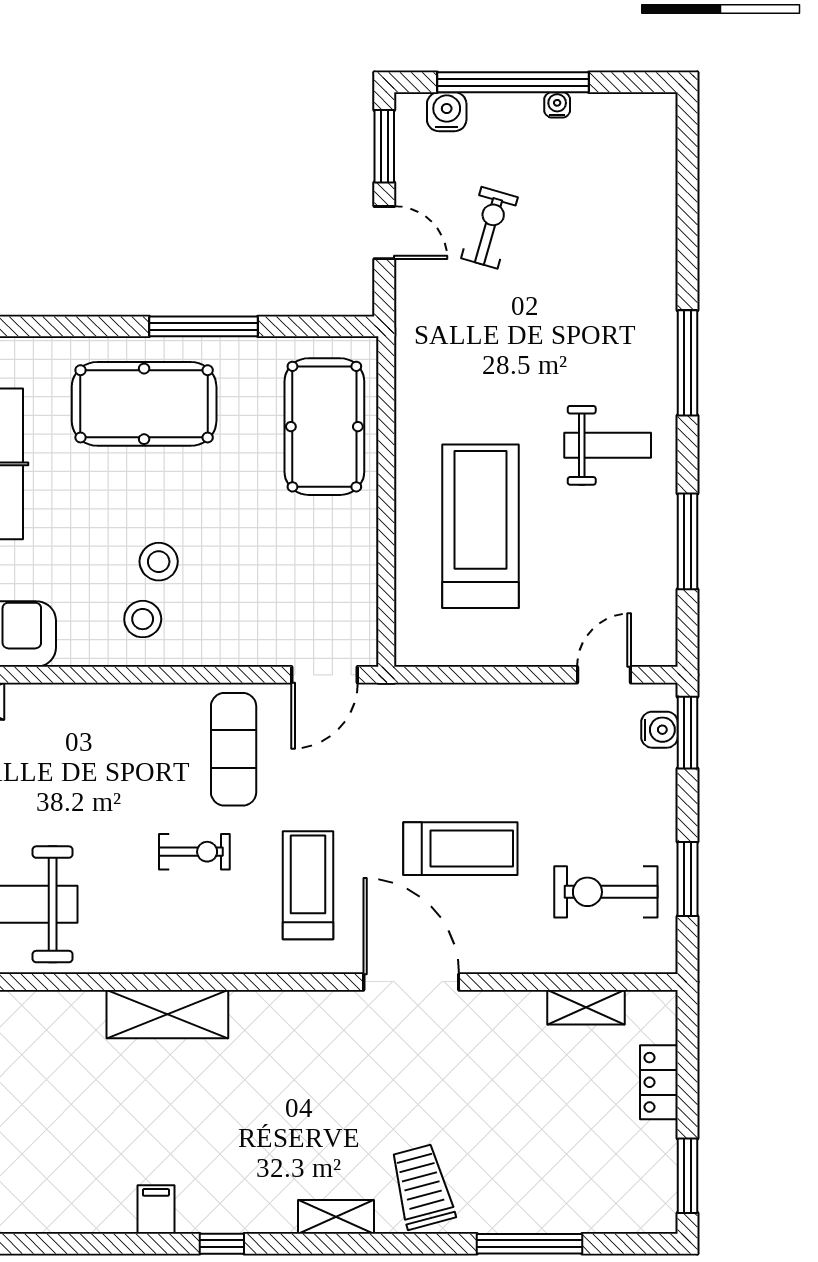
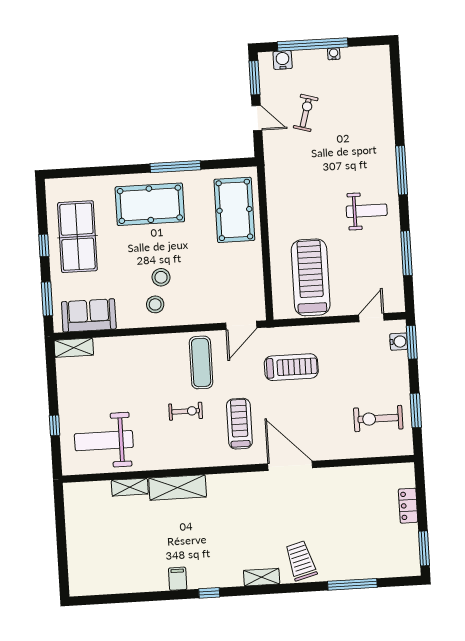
treadmill: (481, 526) -> (311, 277), moved
treadmill: (460, 849) -> (291, 367), moved
shelving: (586, 1007) -> (130, 487), moved

